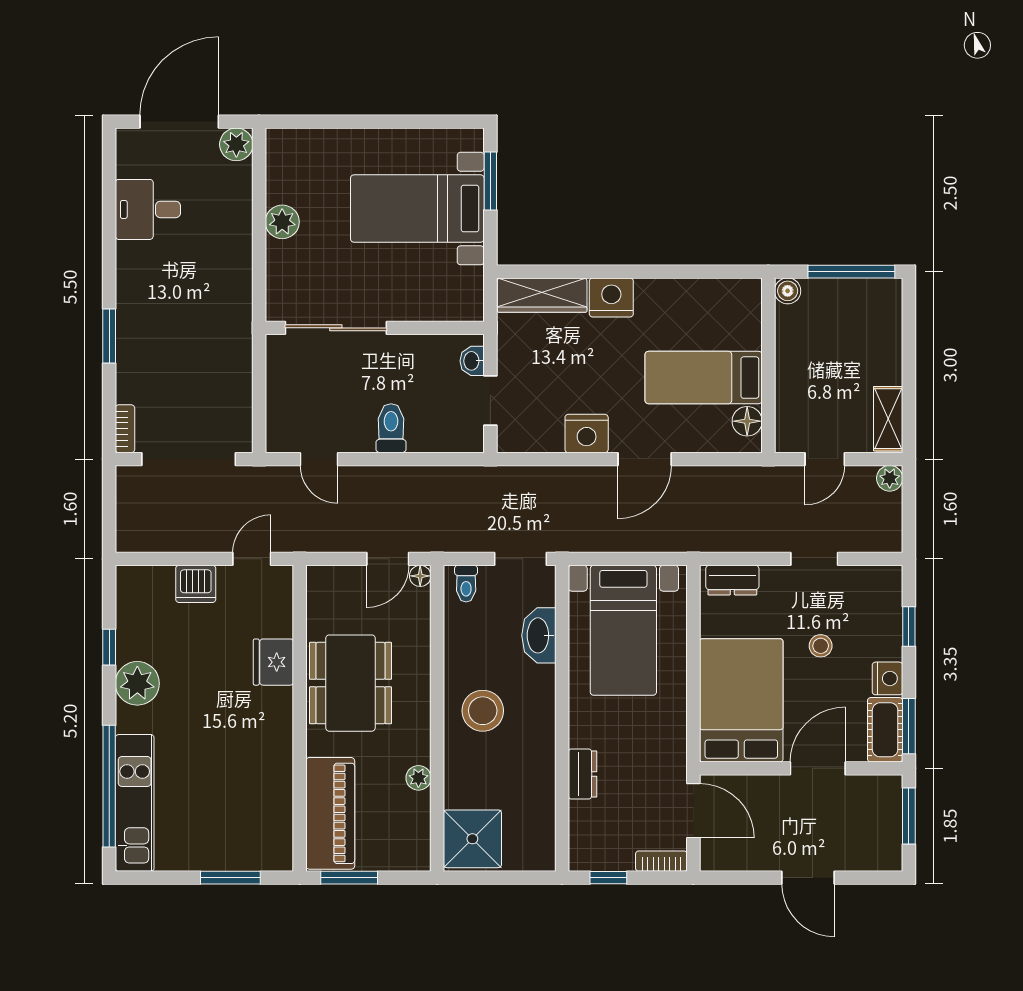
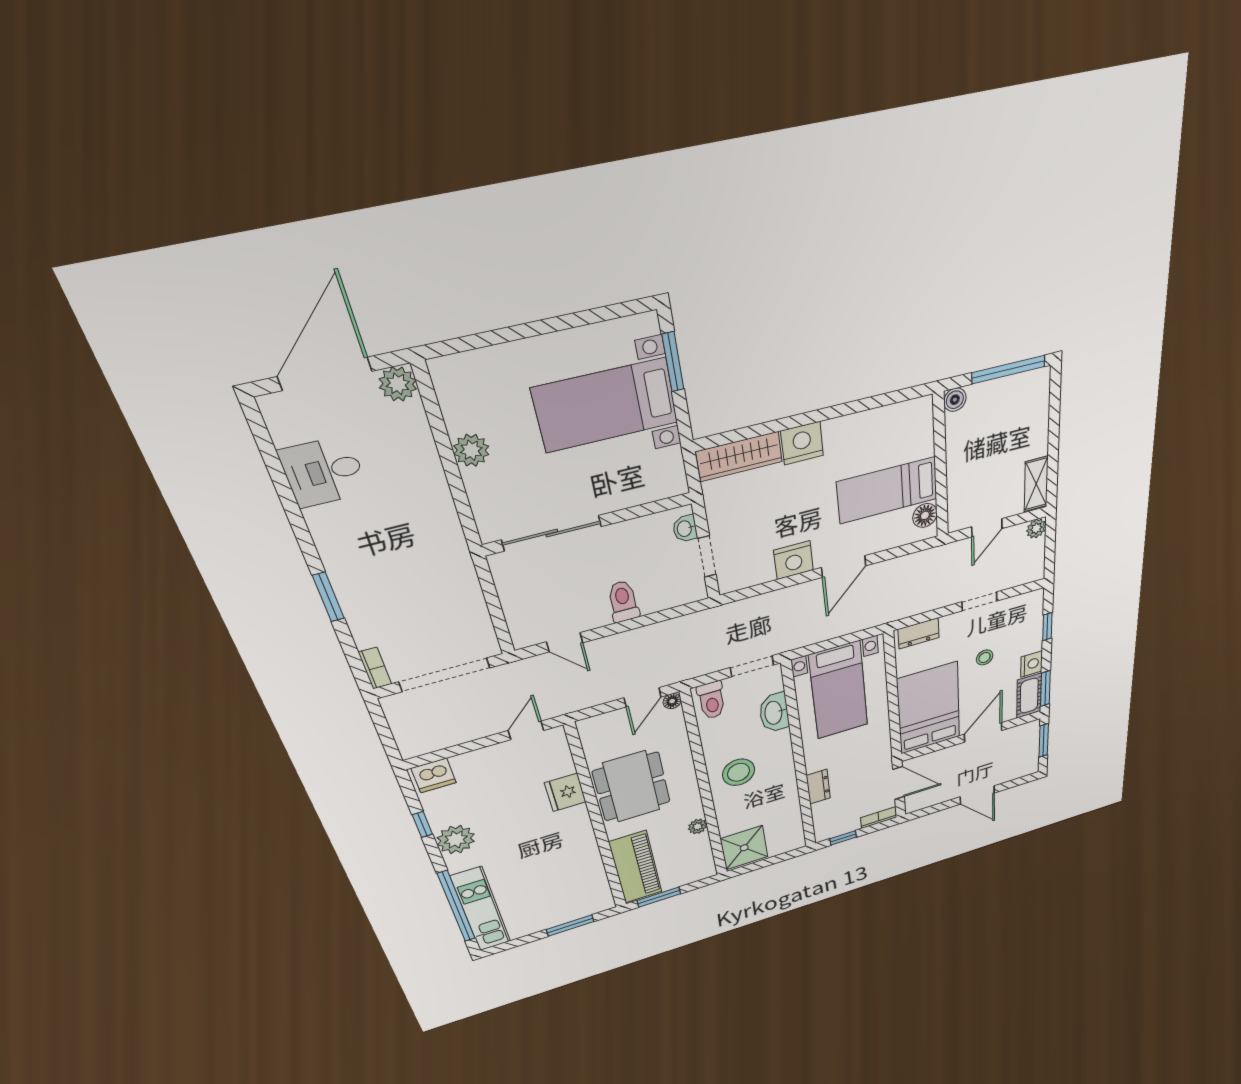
dishwasher: (196, 584) -> (434, 775), moved
toilet: (466, 584) -> (712, 700), width x1.37, depth x1.39

